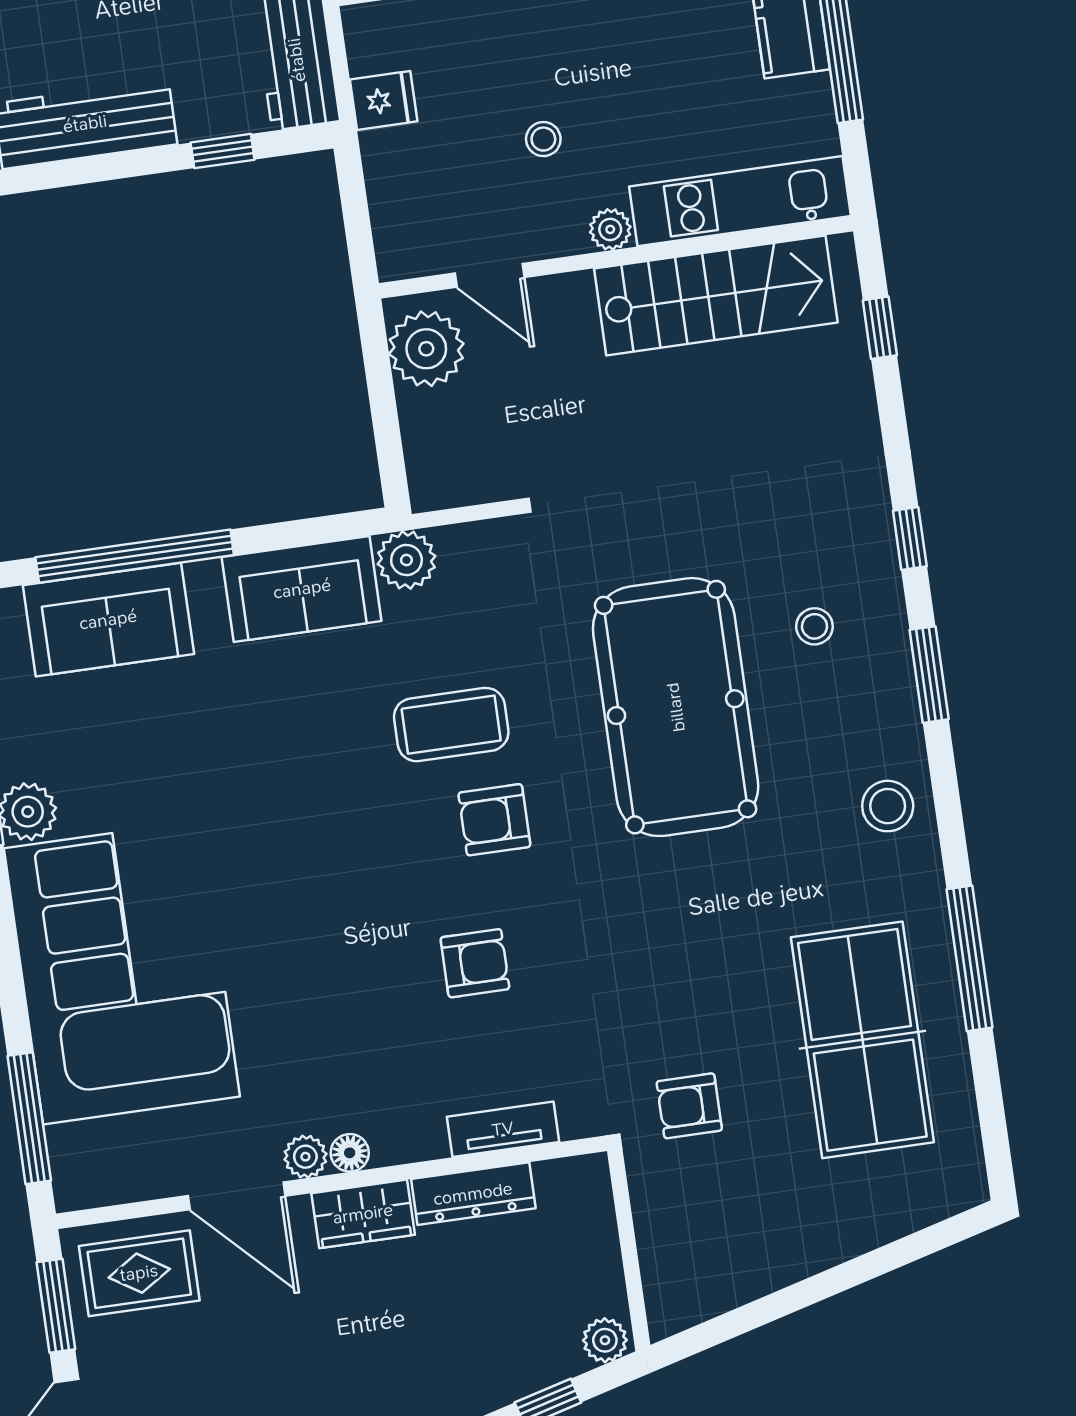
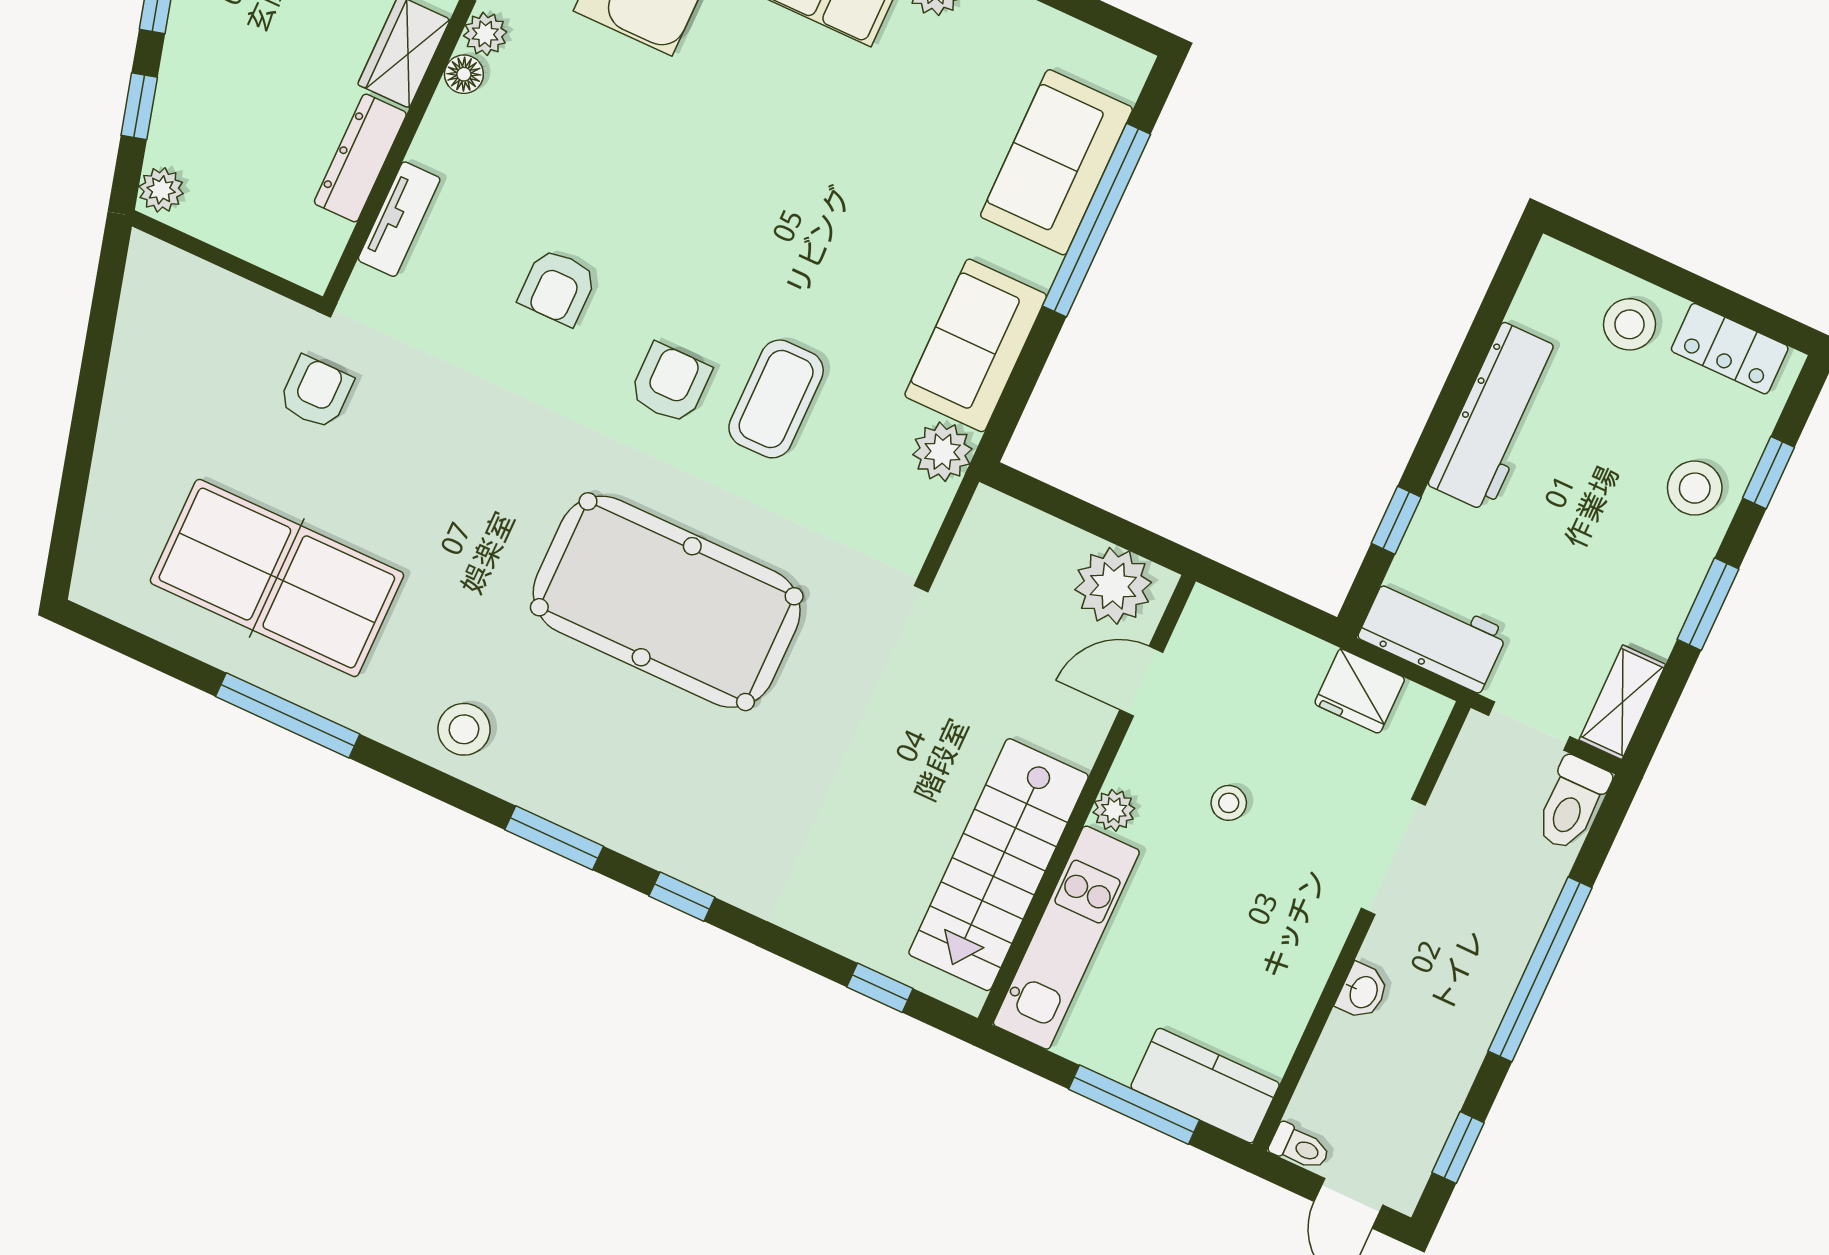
fridge: (384, 100) -> (1360, 691), width x1.38
stool: (814, 626) -> (659, 766), removed

